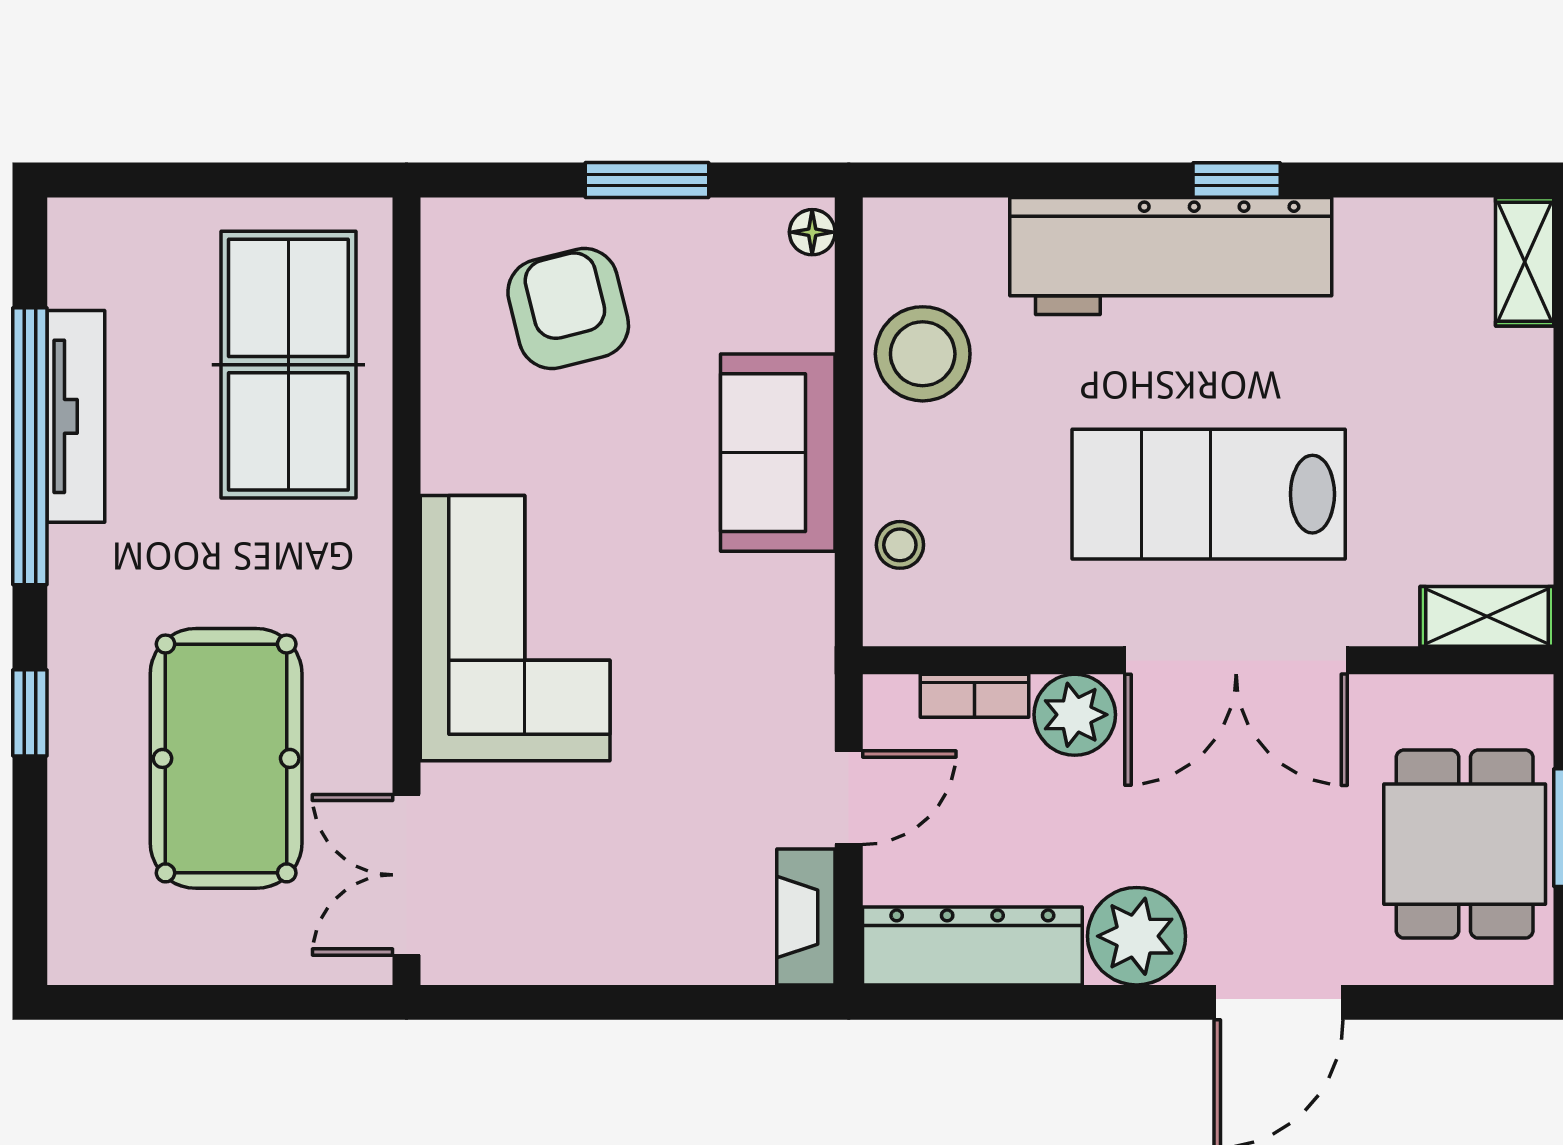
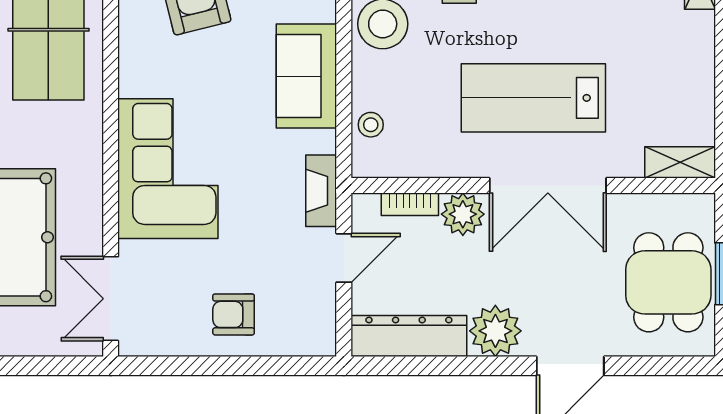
armchair: (640, 905) -> (234, 314), added
fireplace: (806, 917) -> (321, 191), moved

